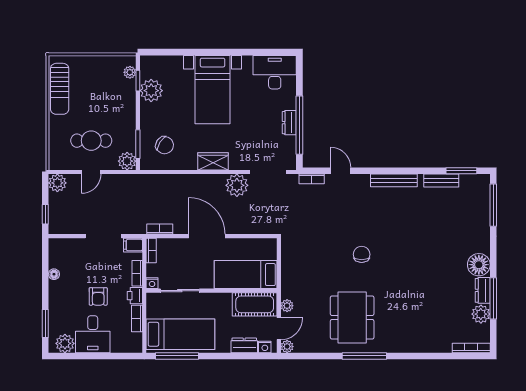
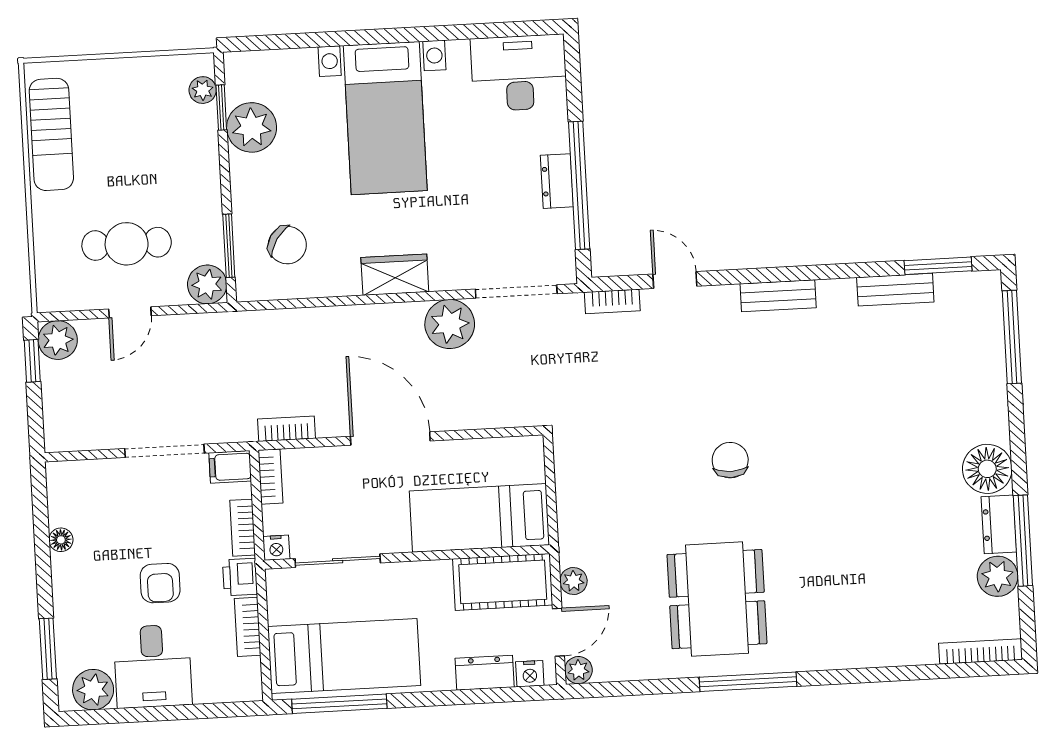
bench: (394, 180) -> (778, 296), width x0.73
window: (45, 214) -> (32, 361), moved

